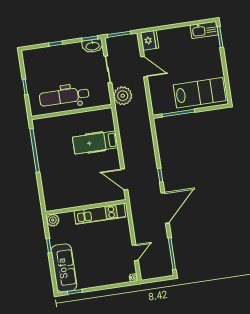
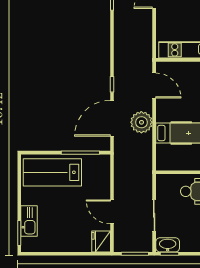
kitchen sink: (204, 30) -> (29, 221), moved, turned 90
plant: (123, 96) -> (141, 122), moved
door: (165, 208) -> (112, 118), moved

